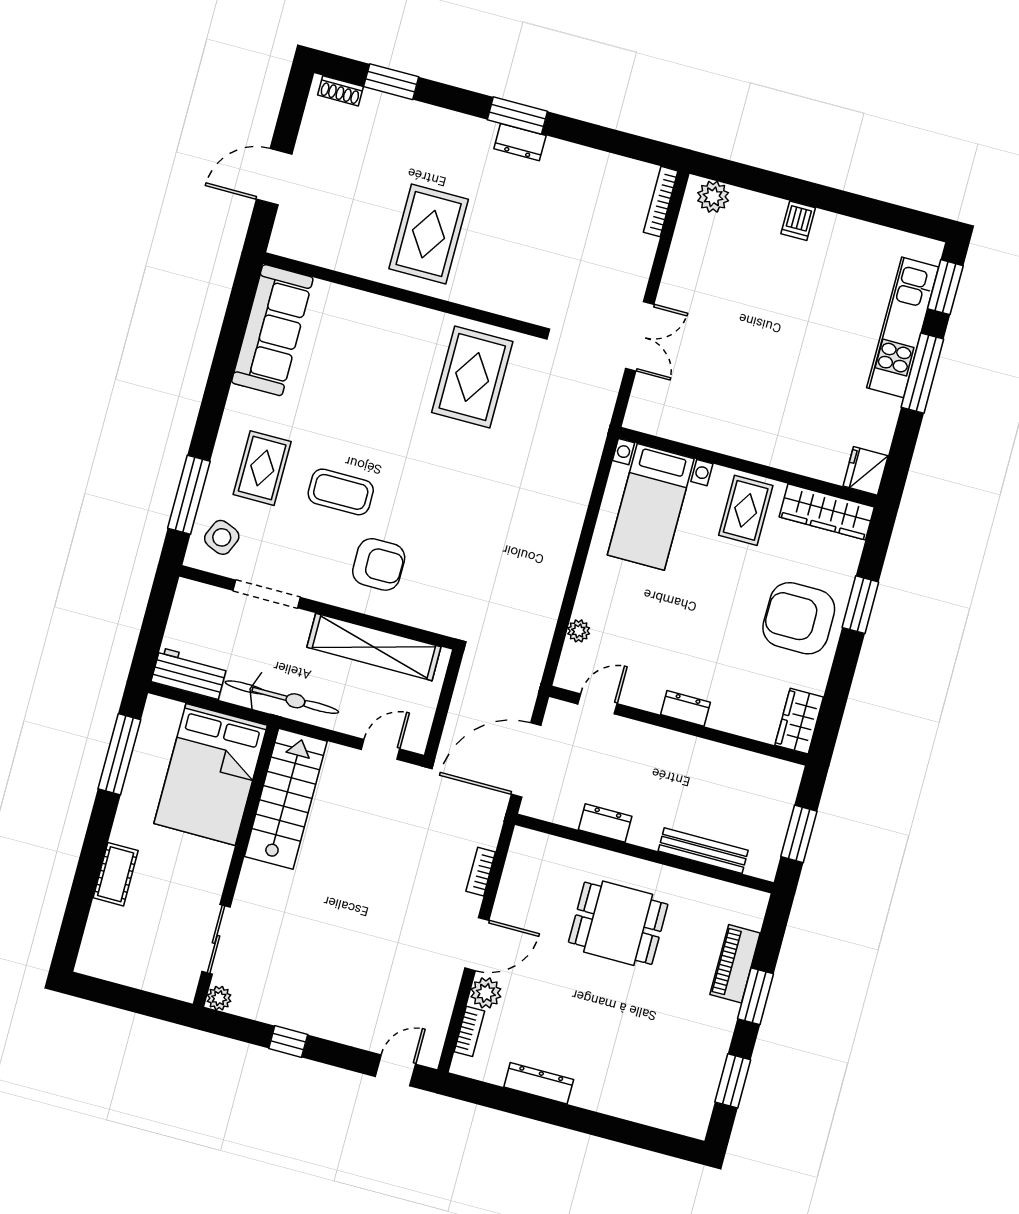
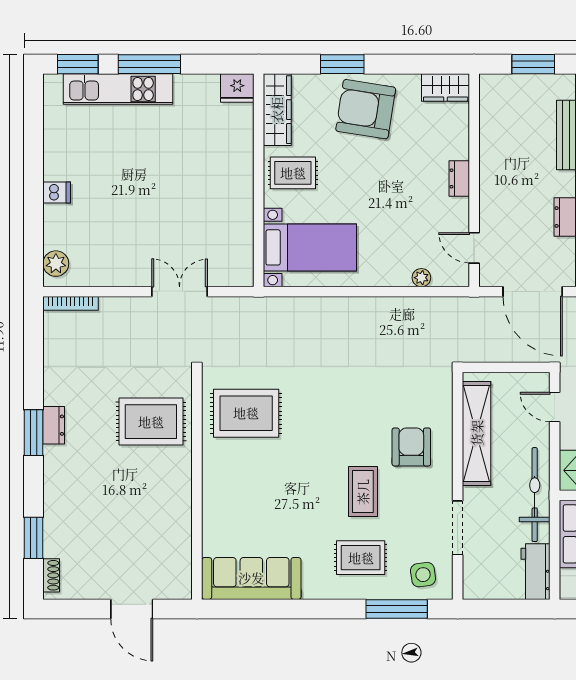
rug: (429, 234) -> (151, 422), moved
side table: (222, 537) -> (423, 575), turned -31
armchair: (799, 618) -> (366, 109), turned 99

